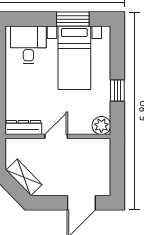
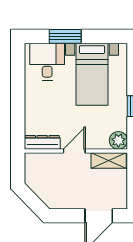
window: (73, 19) -> (65, 36), moved
shelving: (24, 177) -> (109, 161), moved, turned -46

